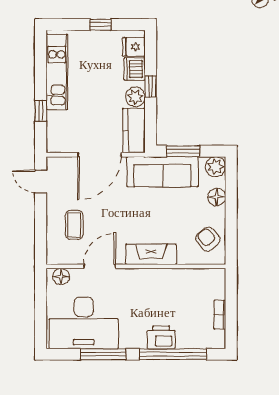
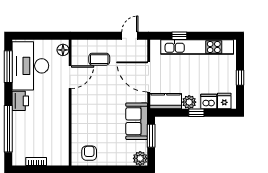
kitchen unit: (57, 72) -> (197, 47), width x1.36
sofa: (162, 172) -> (137, 121), width x0.73
floor lamp: (217, 197) -> (119, 159), removed
armchair: (208, 239) -> (89, 153), turned -51
fireplace: (151, 254) -> (79, 113), removed
door: (100, 266) -> (70, 77), hinge flipped
printer: (161, 337) -> (20, 101), moved
window: (103, 354) -> (8, 67), moved

